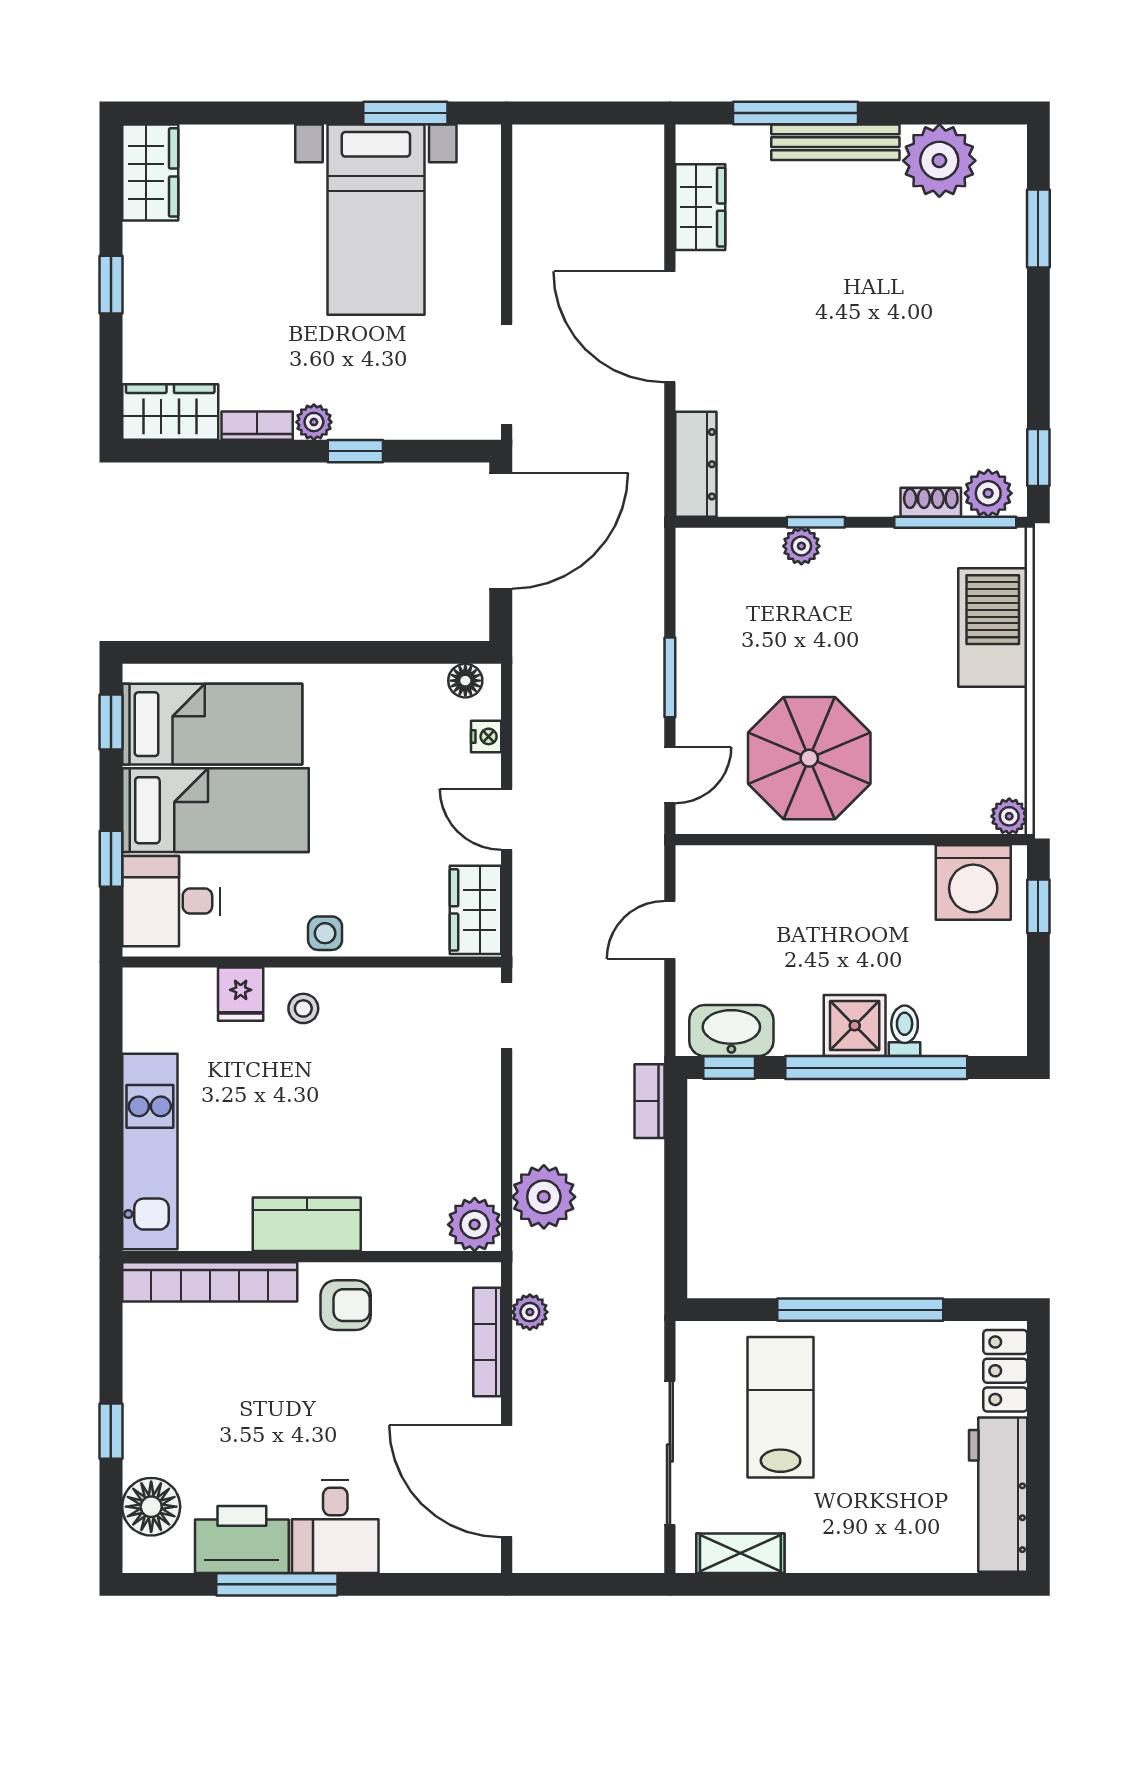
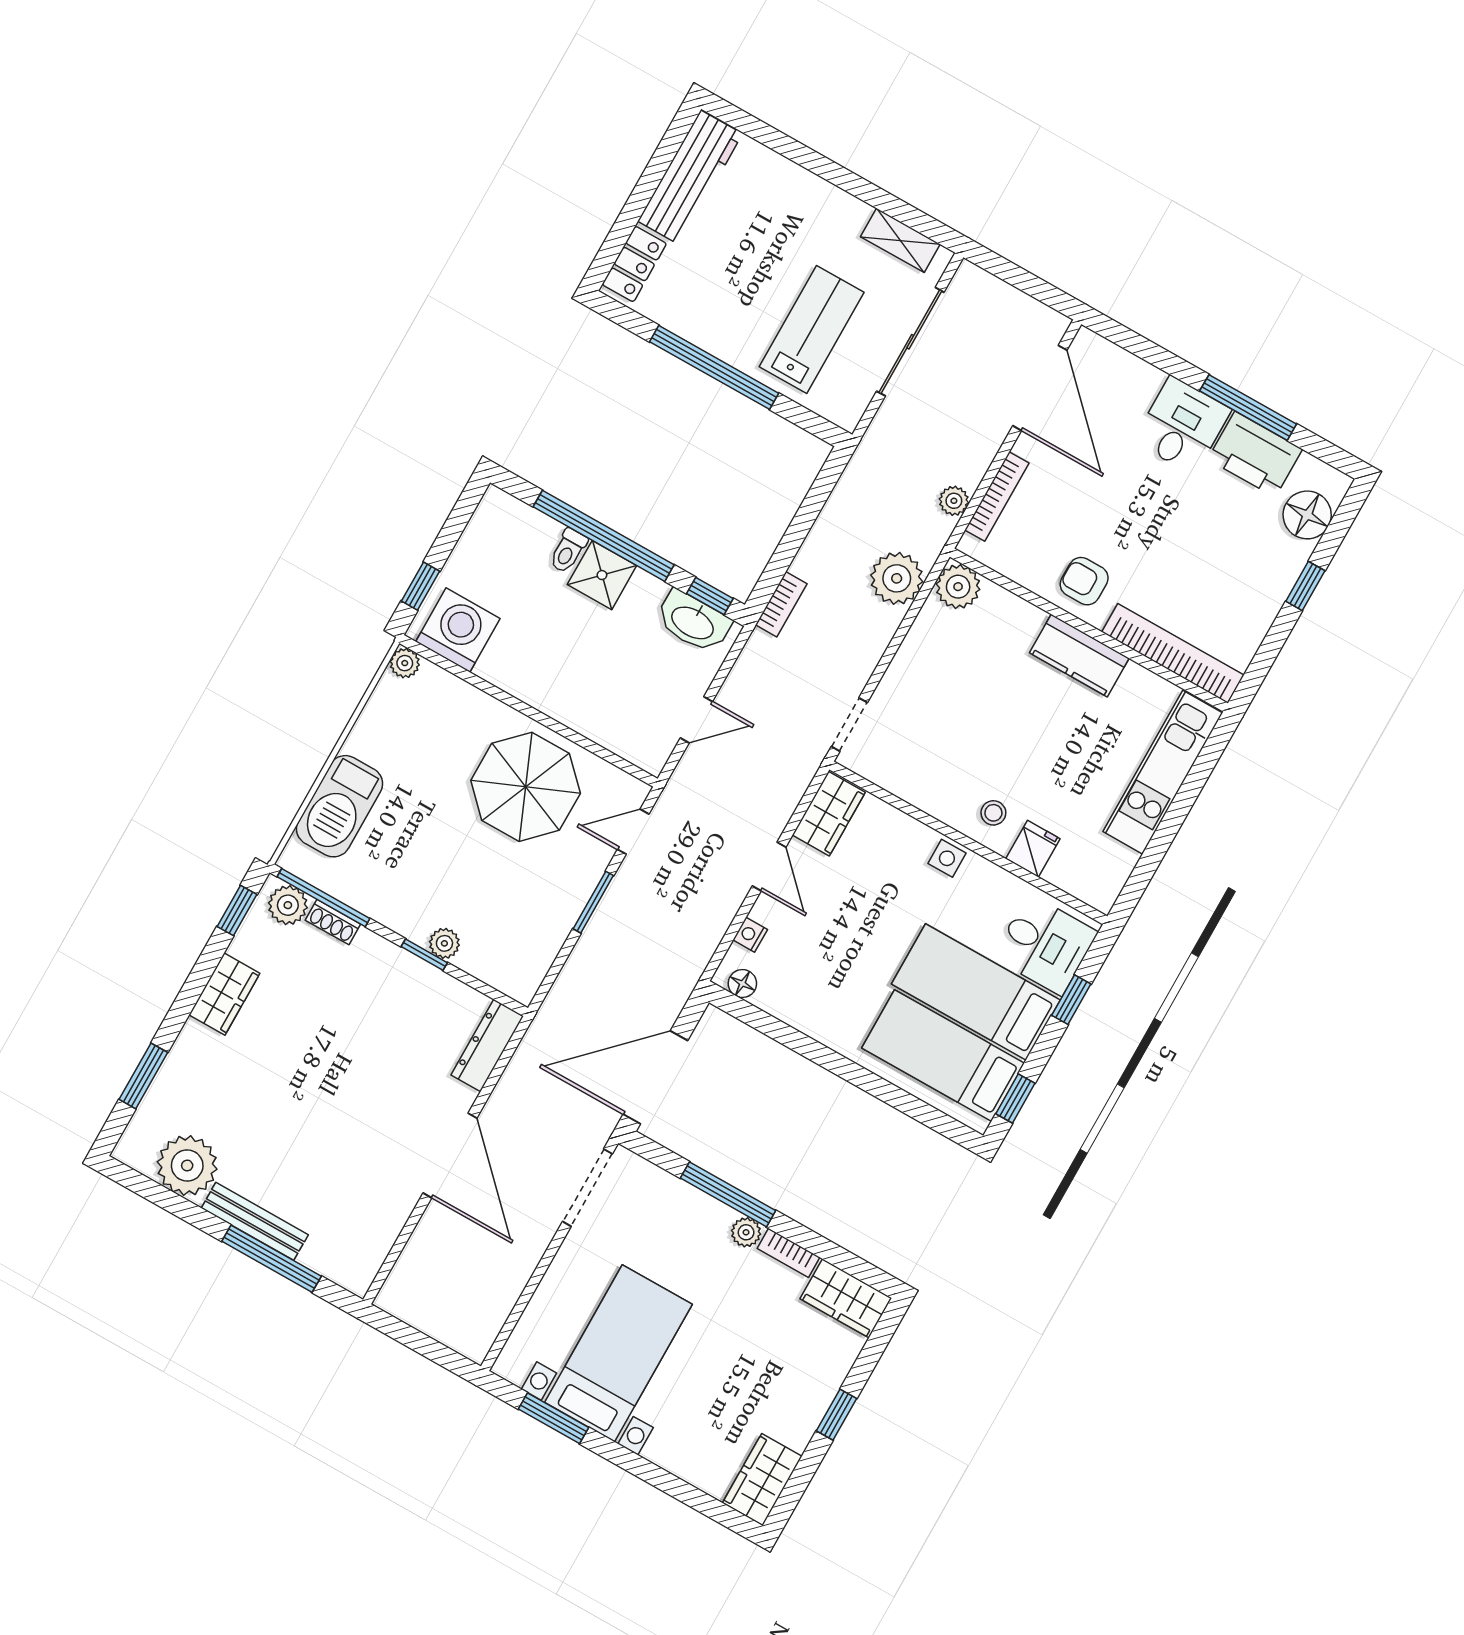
wardrobe: (700, 207) -> (224, 994), moved, turned 180
window: (355, 451) -> (728, 1194), width x2.17
lab bench: (781, 1407) -> (812, 330), turned 180

